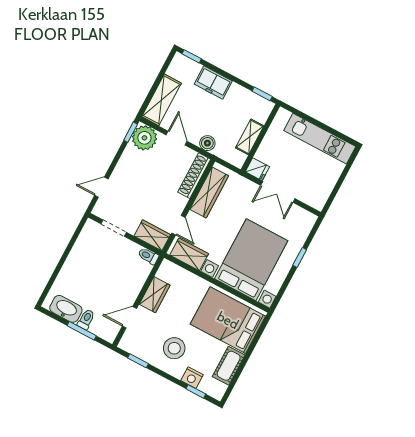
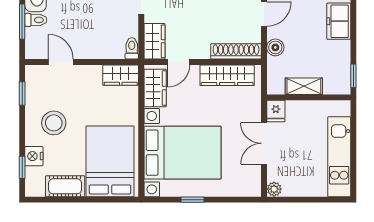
plant: (318, 203) -> (274, 189), added
window: (300, 257) -> (193, 200), moved
wardrobe: (155, 295) -> (121, 75), moved

